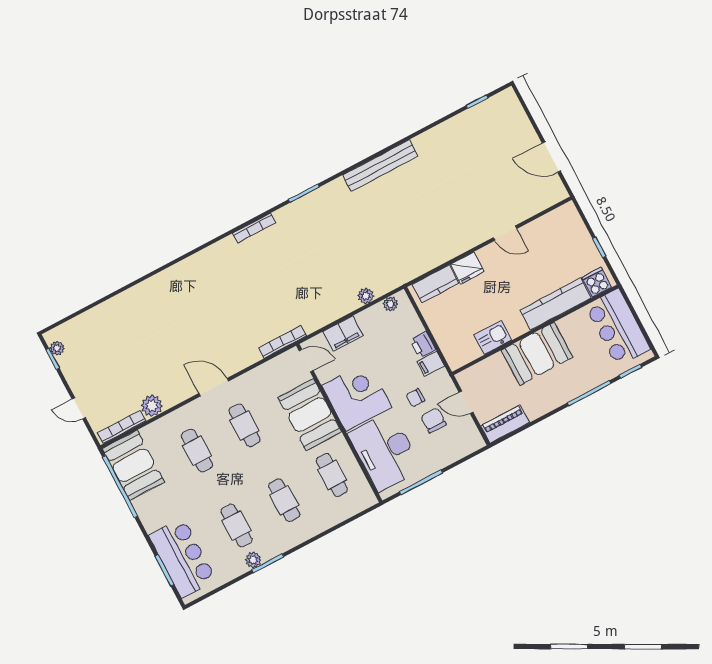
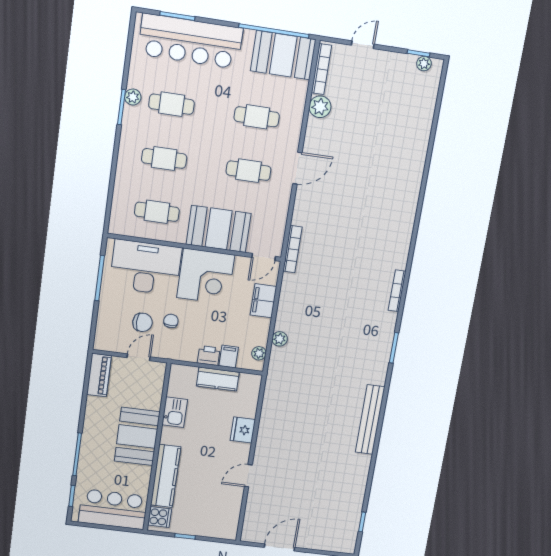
kitchen counter: (435, 284) -> (218, 379), moved, turned -90
filing cabinet: (431, 364) -> (229, 357), moved
bar counter: (182, 558) -> (190, 41), width x1.36

